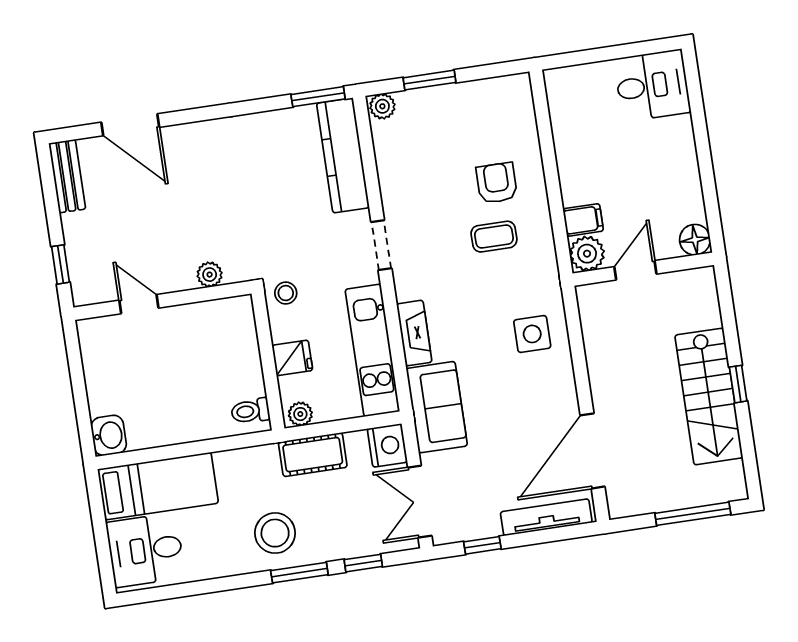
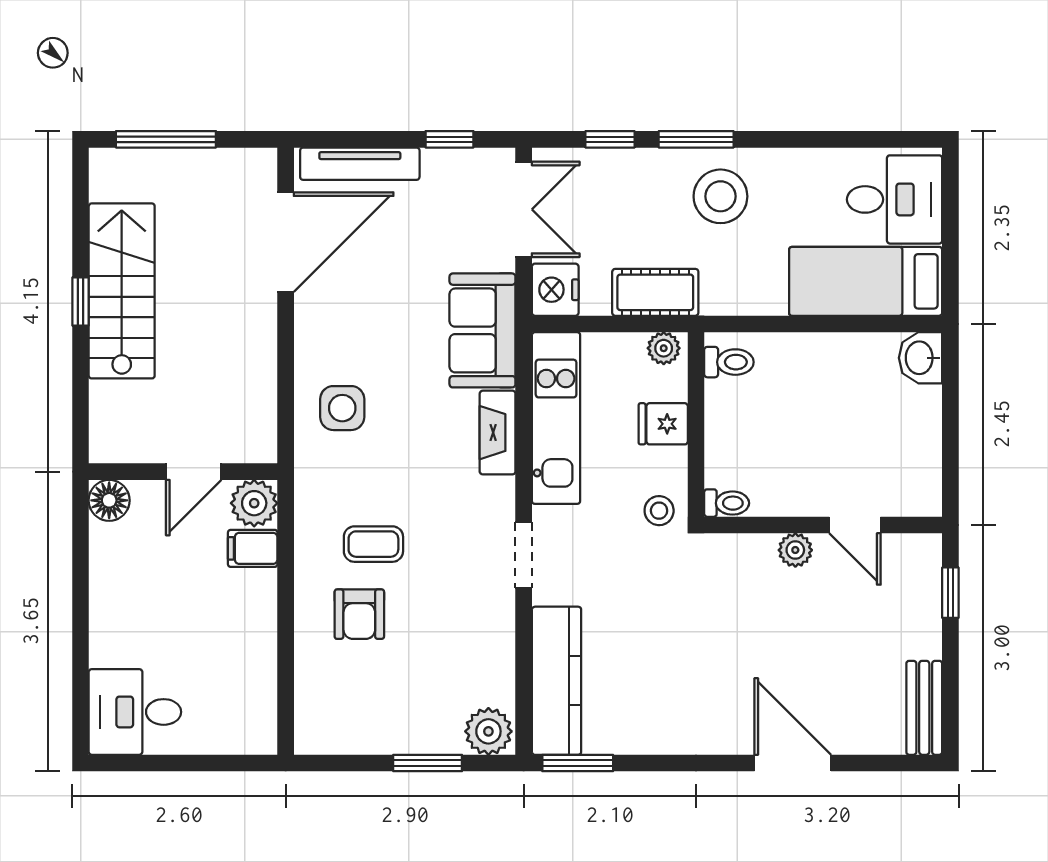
plant: (382, 106) -> (488, 731), width x1.38, depth x1.38
door: (130, 125) -> (793, 763), moved
plant: (210, 275) -> (795, 550), moved
toilet: (236, 306) -> (727, 503), added

